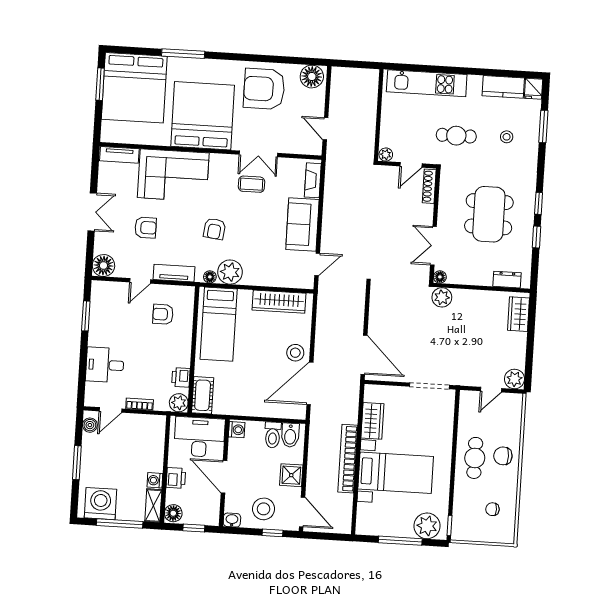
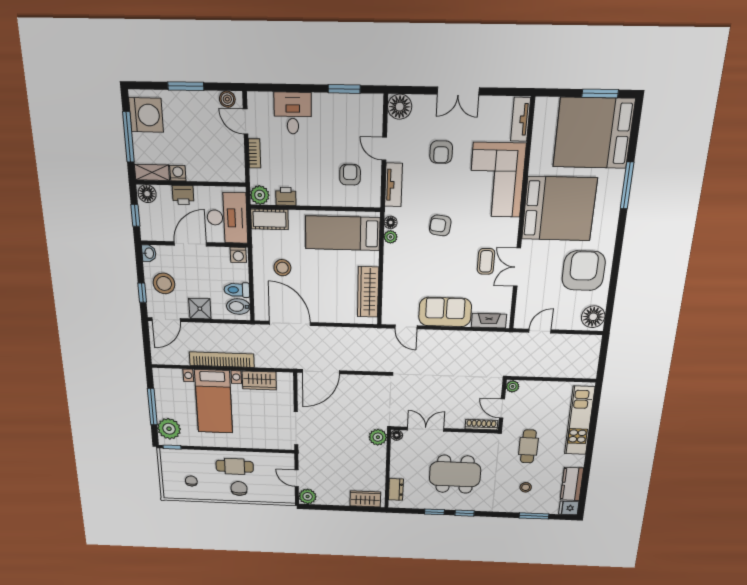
plant: (230, 272) -> (390, 237), width x0.53, depth x0.53
stool: (295, 353) -> (282, 268), moved

